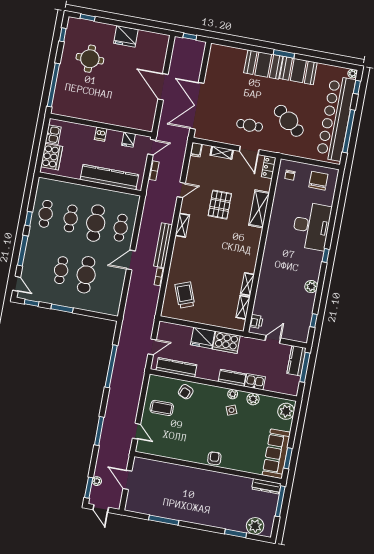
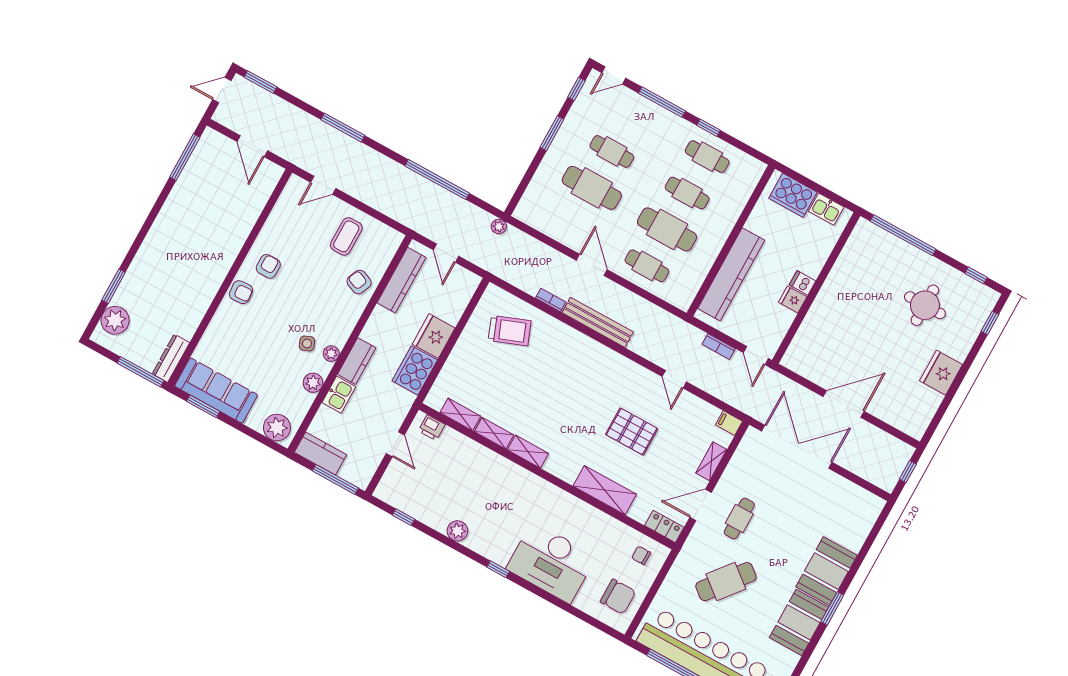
fridge: (128, 140) -> (793, 299), moved
shelving: (182, 225) -> (528, 452), moved
kitchen counter: (296, 361) -> (321, 454), moved
armchair: (194, 447) -> (268, 266), added
door: (127, 480) -> (252, 146), swing flipped
plant: (97, 481) -> (499, 226), moved
window: (164, 520) -> (185, 157), moved

